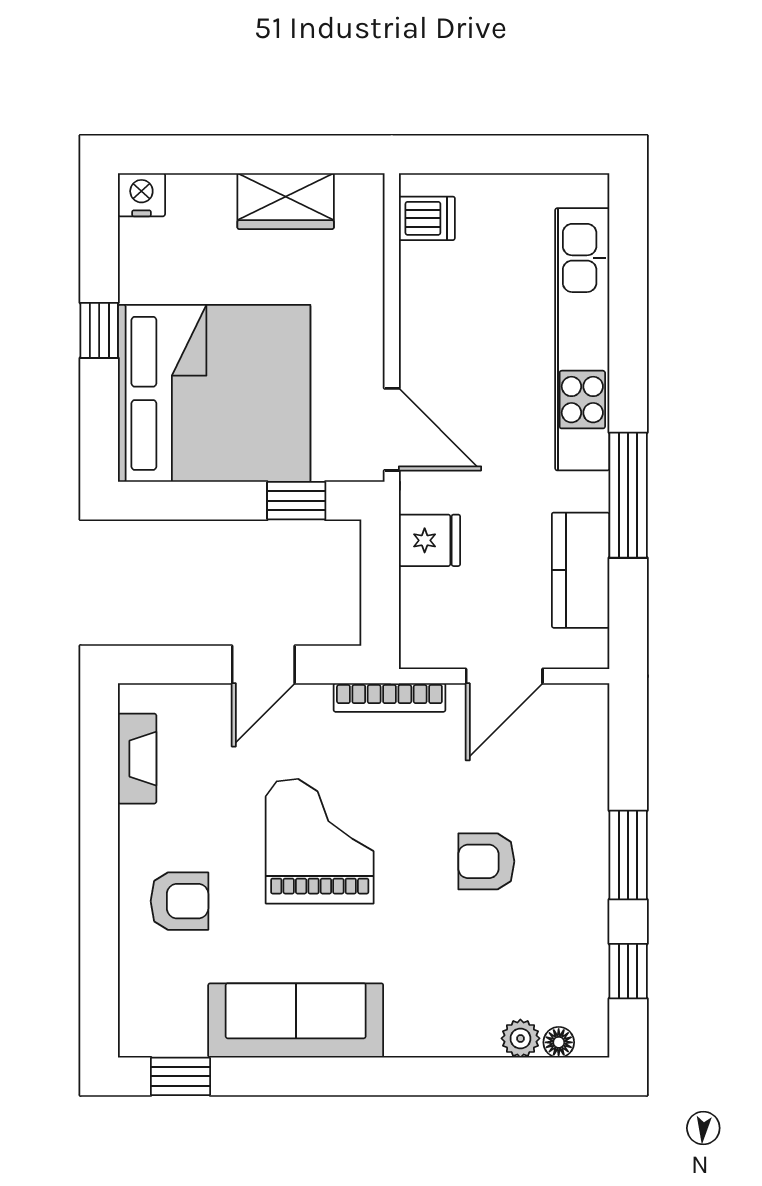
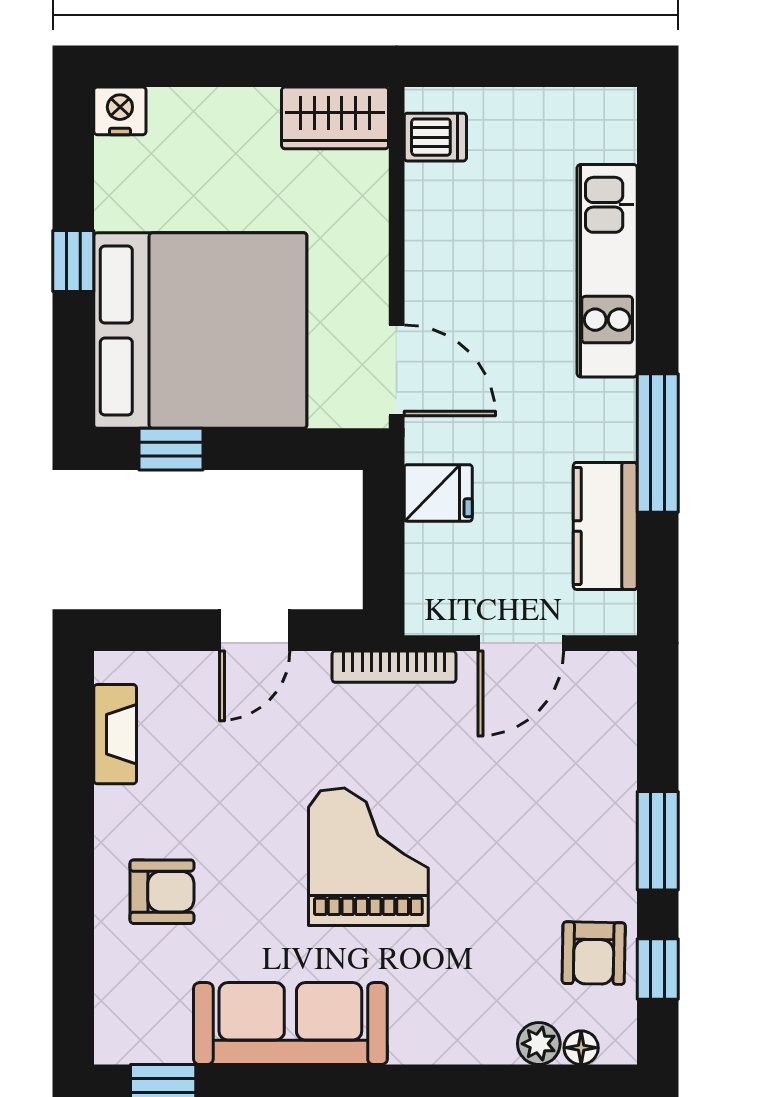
wardrobe: (286, 201) -> (335, 118), moved
kitchen unit: (582, 339) -> (607, 271), width x0.73
window: (296, 501) -> (171, 449), moved
grand piano: (320, 841) -> (368, 857), moved
armchair: (486, 861) -> (594, 953), moved, turned -89

